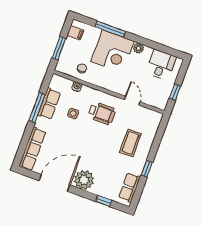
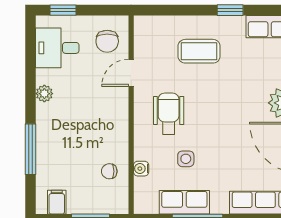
corner desk: (113, 51) -> (64, 132), removed
window: (175, 92) -> (63, 10), moved
chair: (155, 94) -> (107, 41), added

